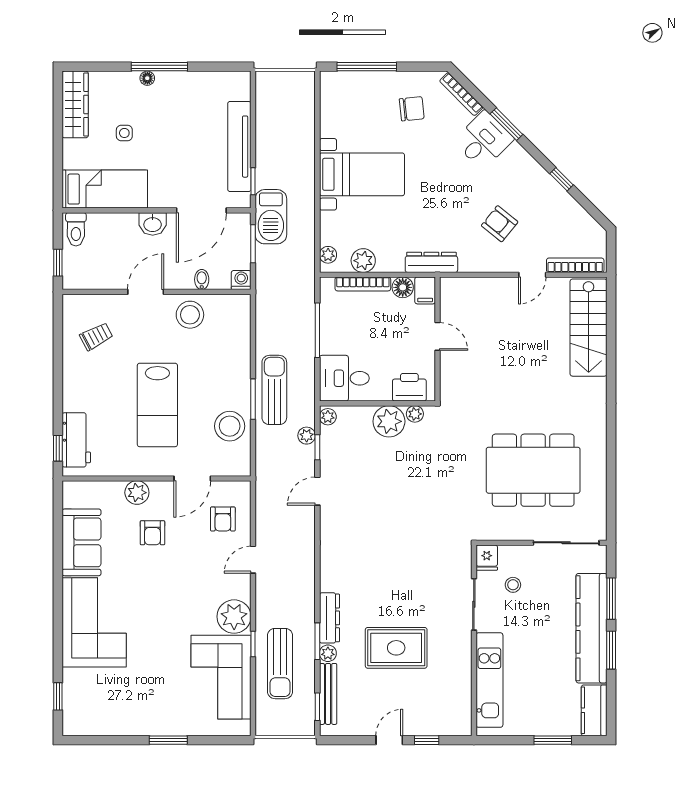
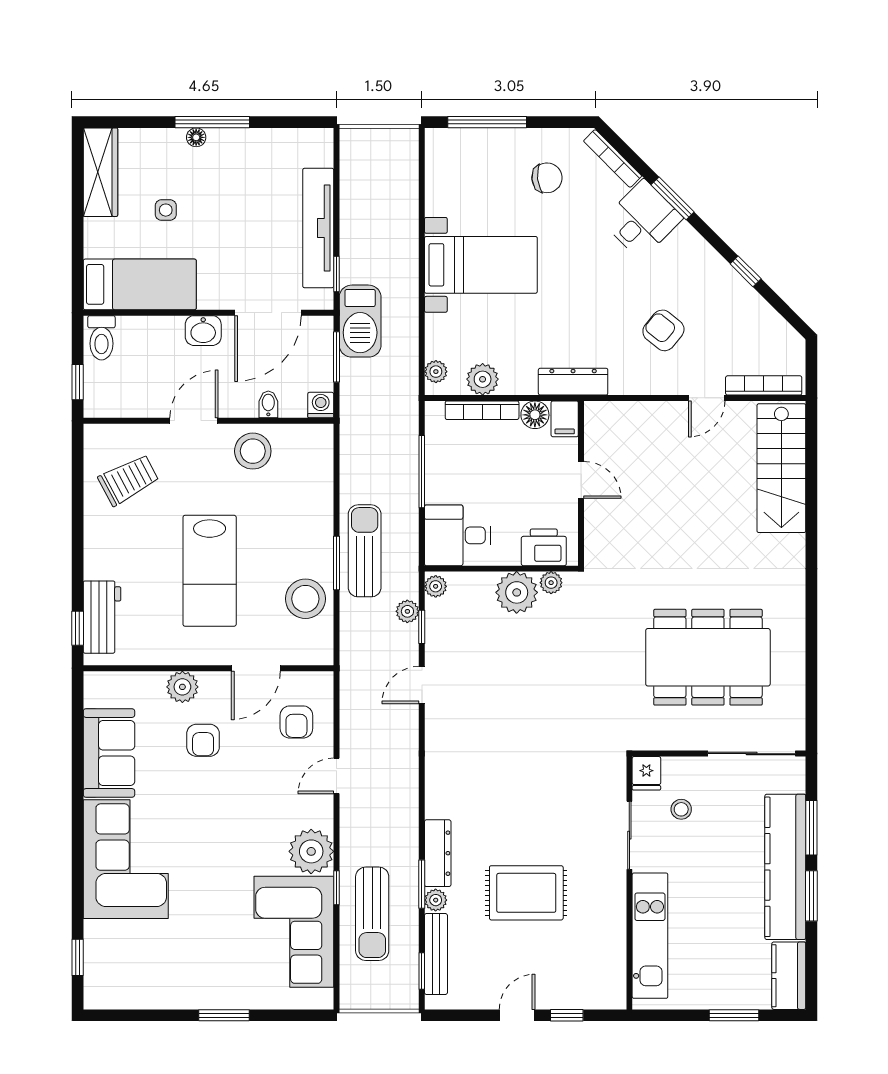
trolley: (96, 336) -> (128, 480), width x1.36, depth x1.39

